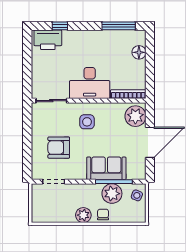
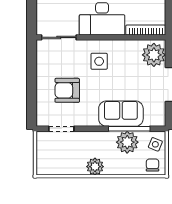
chair: (103, 214) -> (153, 165), moved

